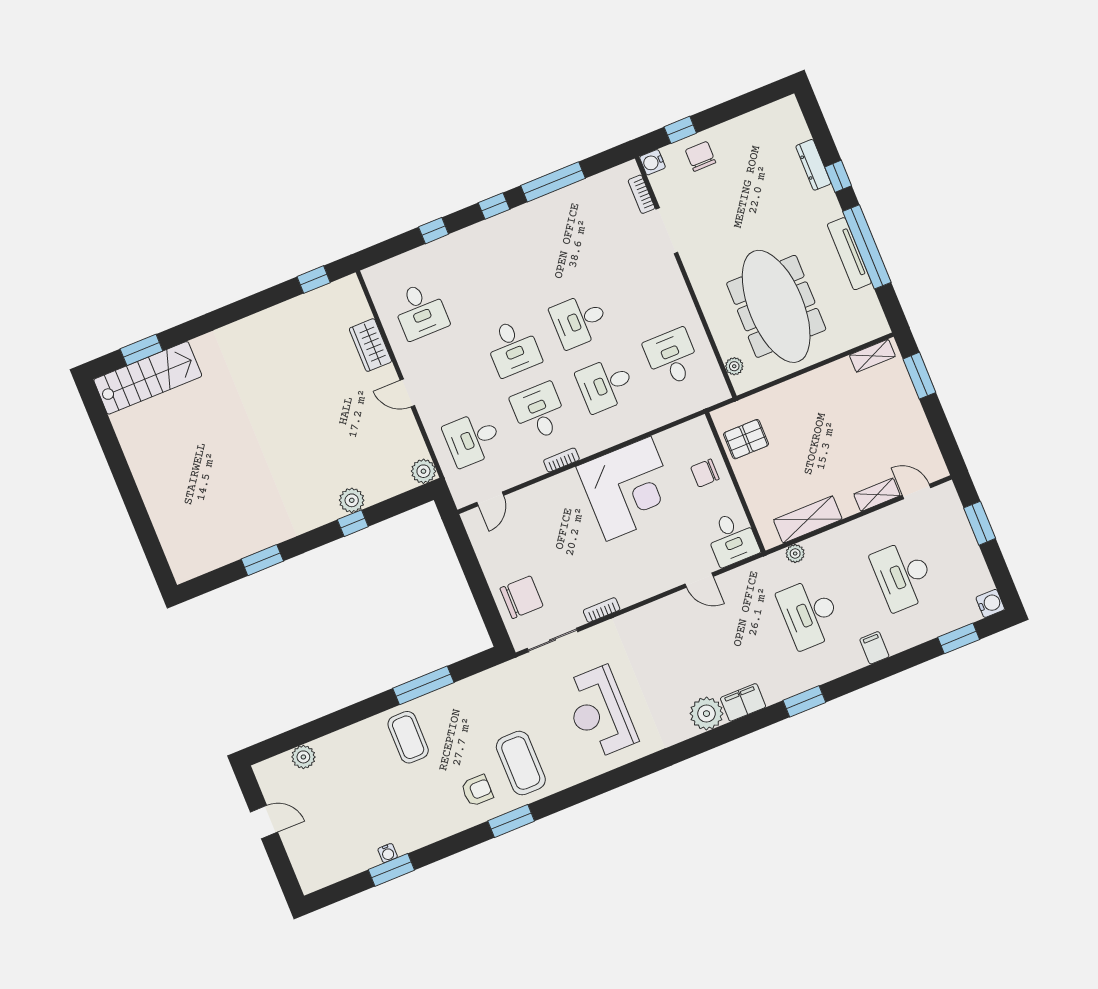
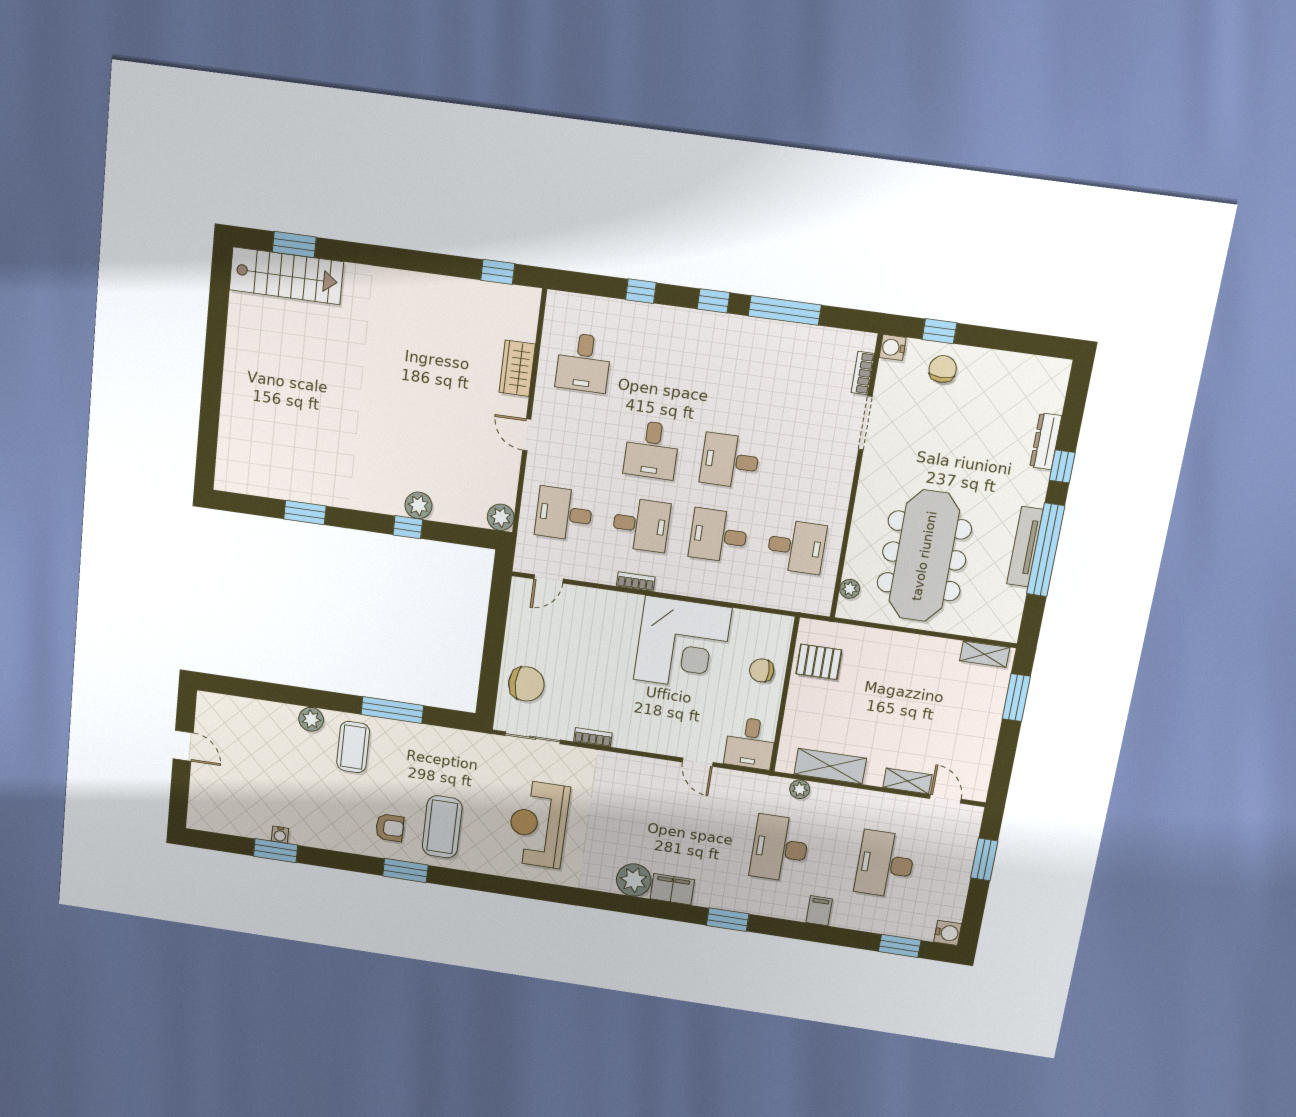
desk: (672, 357) -> (796, 547), turned 90
desk: (539, 412) -> (641, 525), turned 90
plant: (303, 757) -> (311, 719), moved

